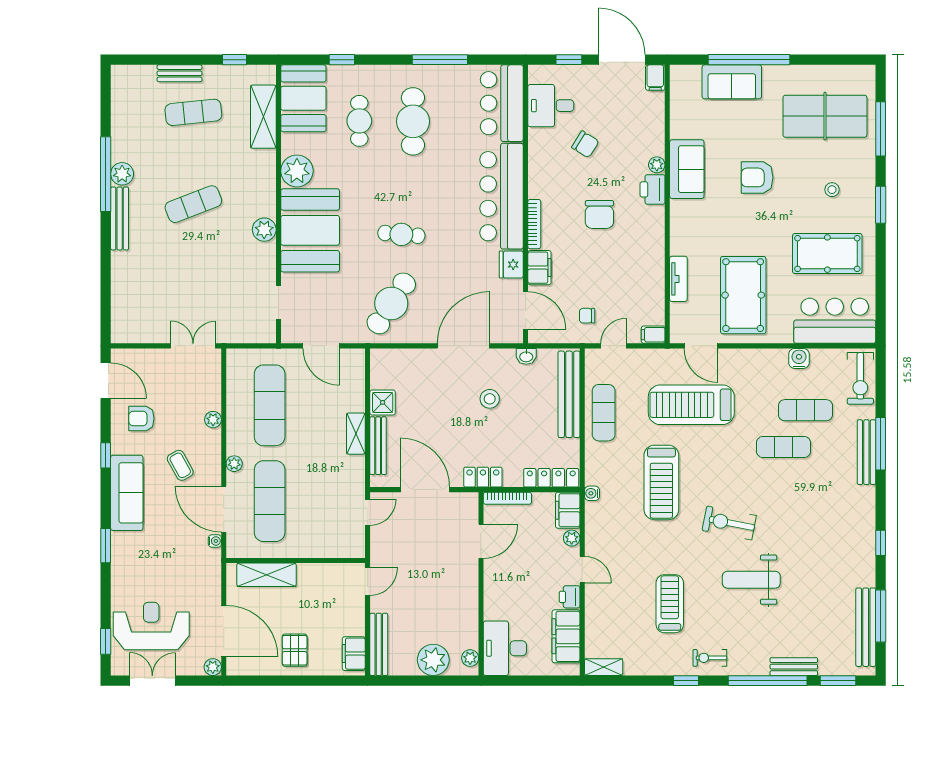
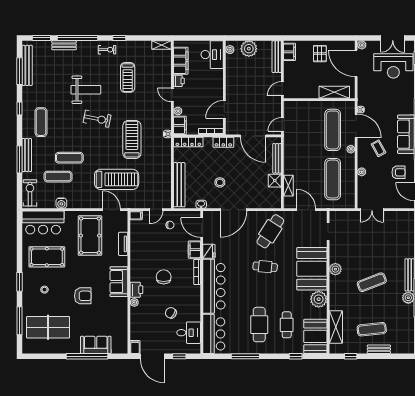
sofa: (687, 169) -> (119, 282), moved
exercise mat: (604, 413) -> (41, 122), moved
shelving: (356, 434) -> (288, 186), moved

